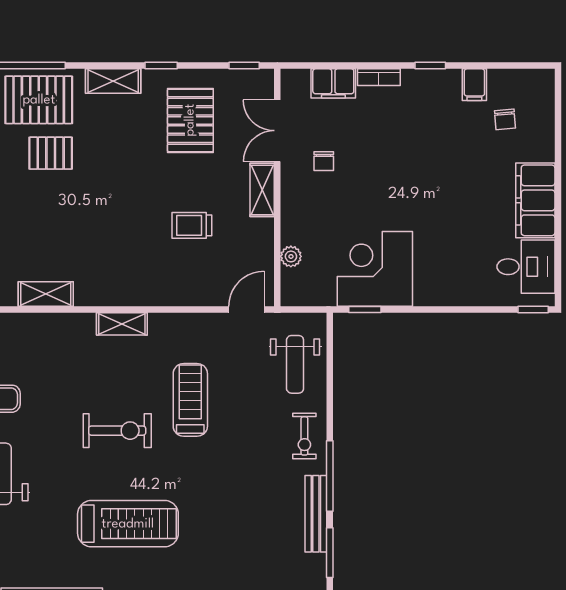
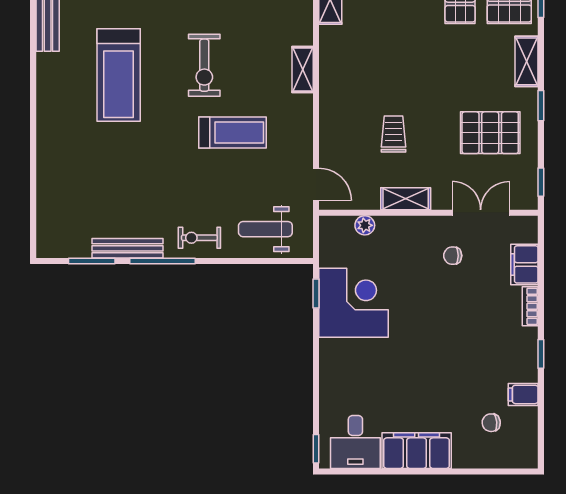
shelving: (262, 190) -> (406, 199), moved

